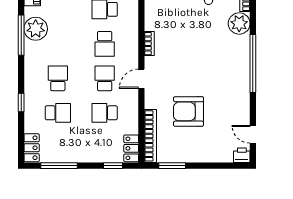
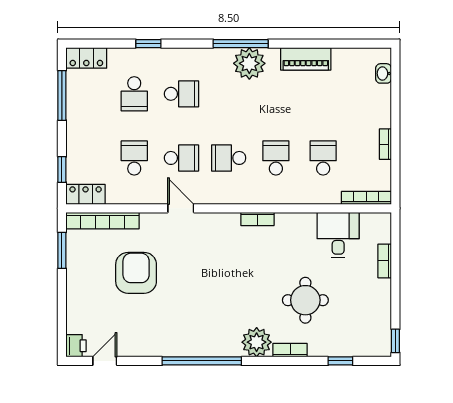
bookcase: (149, 44) -> (257, 219), moved

